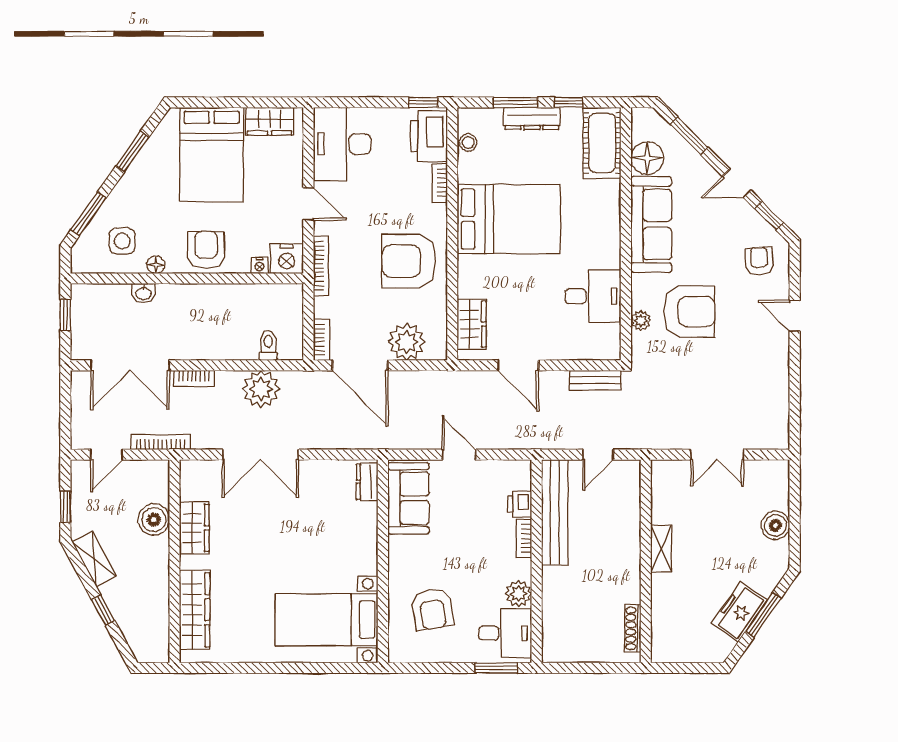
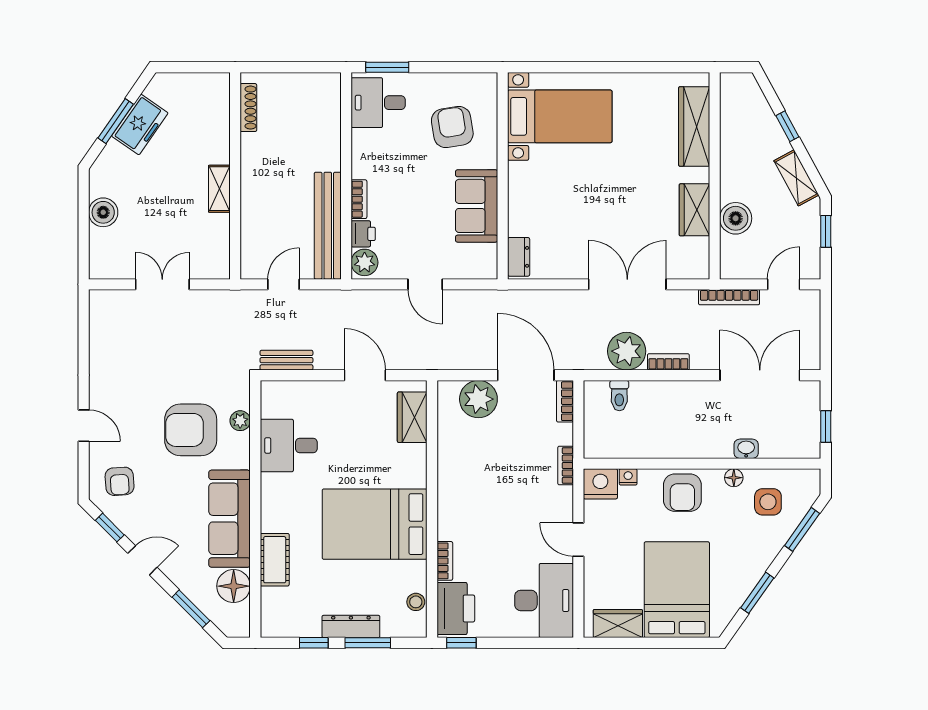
cot: (602, 143) -> (275, 560), moved, width x0.73, depth x0.75
armchair: (409, 261) -> (476, 481), removed
bookcase: (321, 266) -> (566, 466), width x0.64
bookcase: (194, 378) -> (668, 362), moved
sofa: (408, 498) -> (477, 206), moved
plant: (519, 594) -> (365, 262), moved

